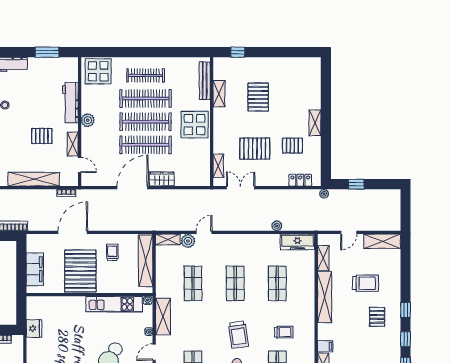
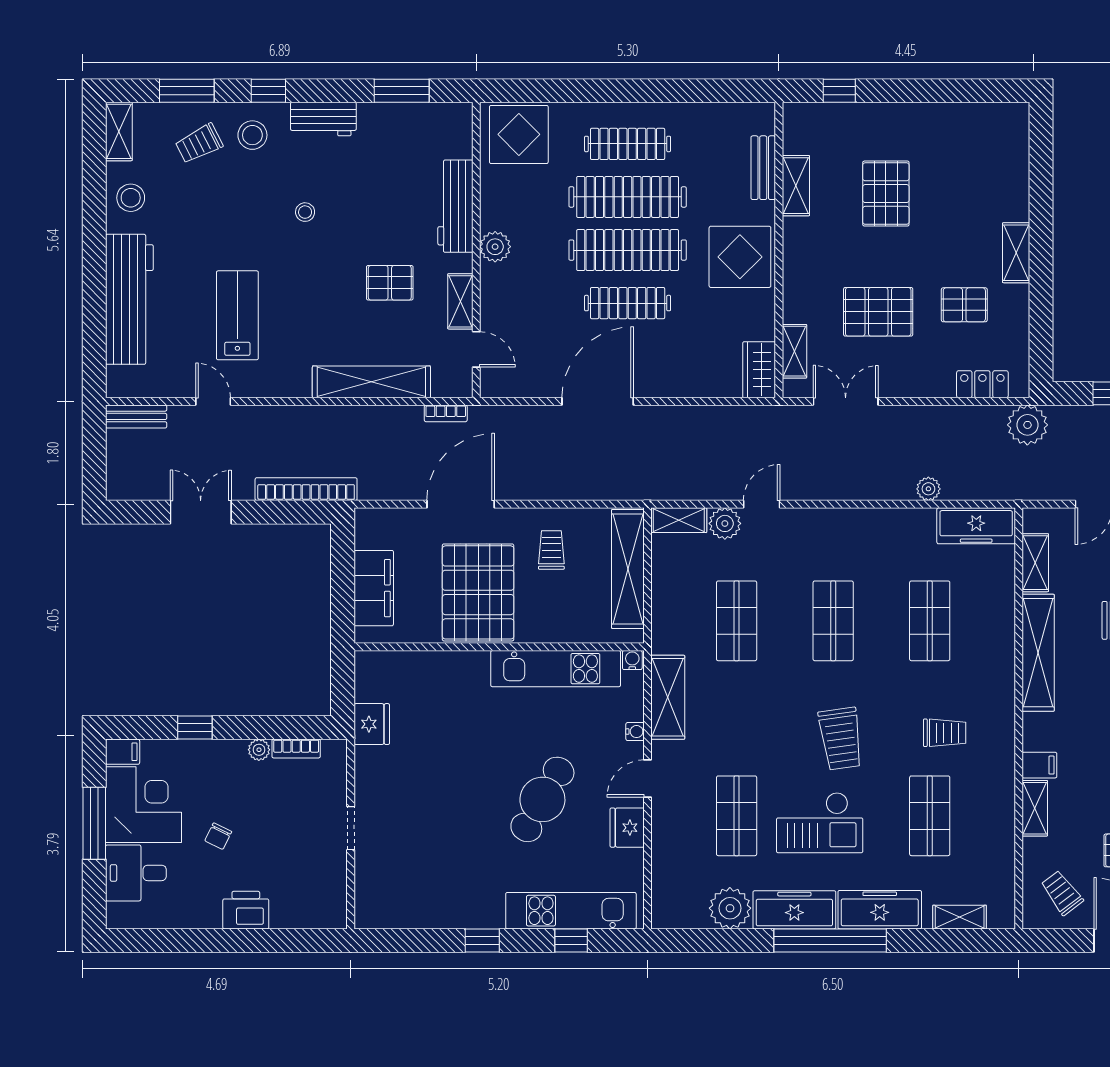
bench: (205, 81) -> (763, 168), width x0.73
clothes rail: (146, 145) -> (628, 303), width x0.73, depth x0.76
wardrobe: (162, 179) -> (759, 370), moved, turned -90
plant: (324, 194) -> (1027, 425), width x1.87, depth x1.87

